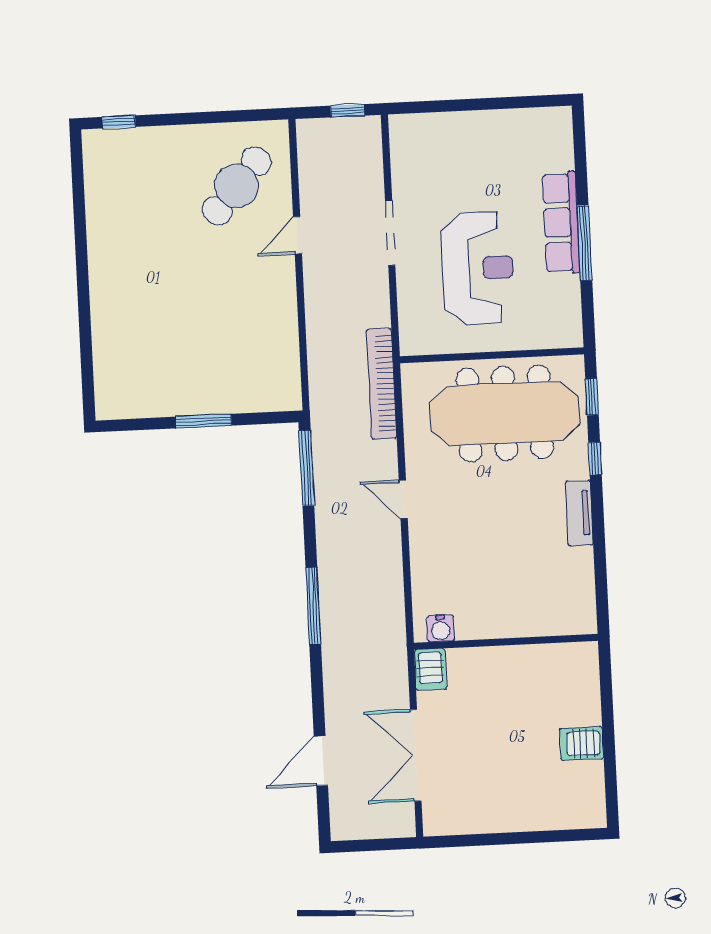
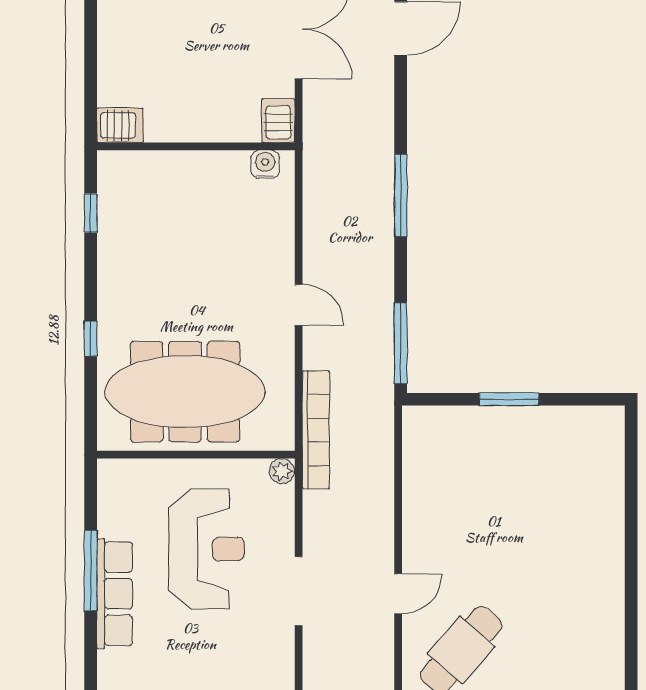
reception desk: (478, 268) -> (206, 549), turned 180
plant: (411, 344) -> (282, 471), added
window: (592, 397) -> (91, 213), moved
tv unit: (579, 513) -> (110, 281), removed
server rack: (582, 743) -> (120, 125), moved

